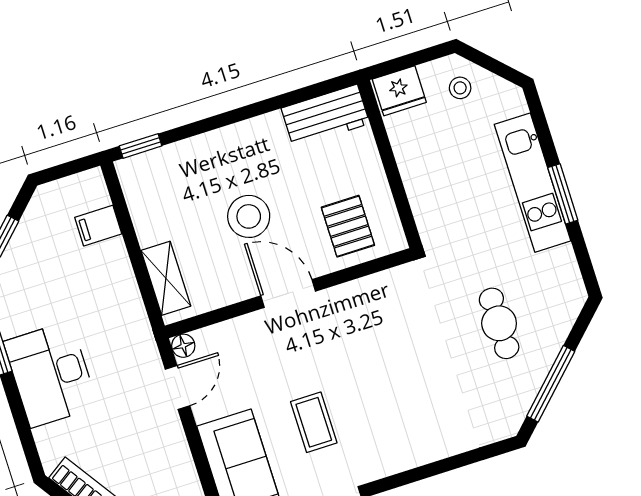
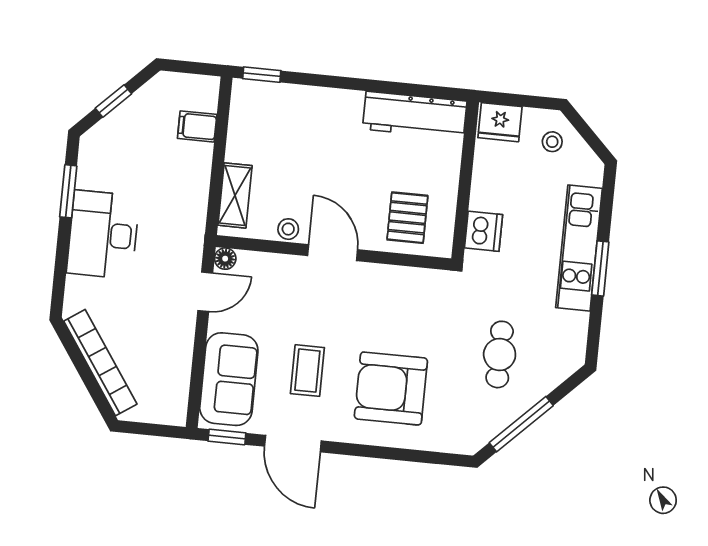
workbench: (325, 116) -> (415, 115), width x1.37
dishwasher: (430, 207) -> (484, 231), added
stool: (249, 216) -> (288, 229), moved, width x0.53, depth x0.53
armchair: (405, 404) -> (391, 388), added

